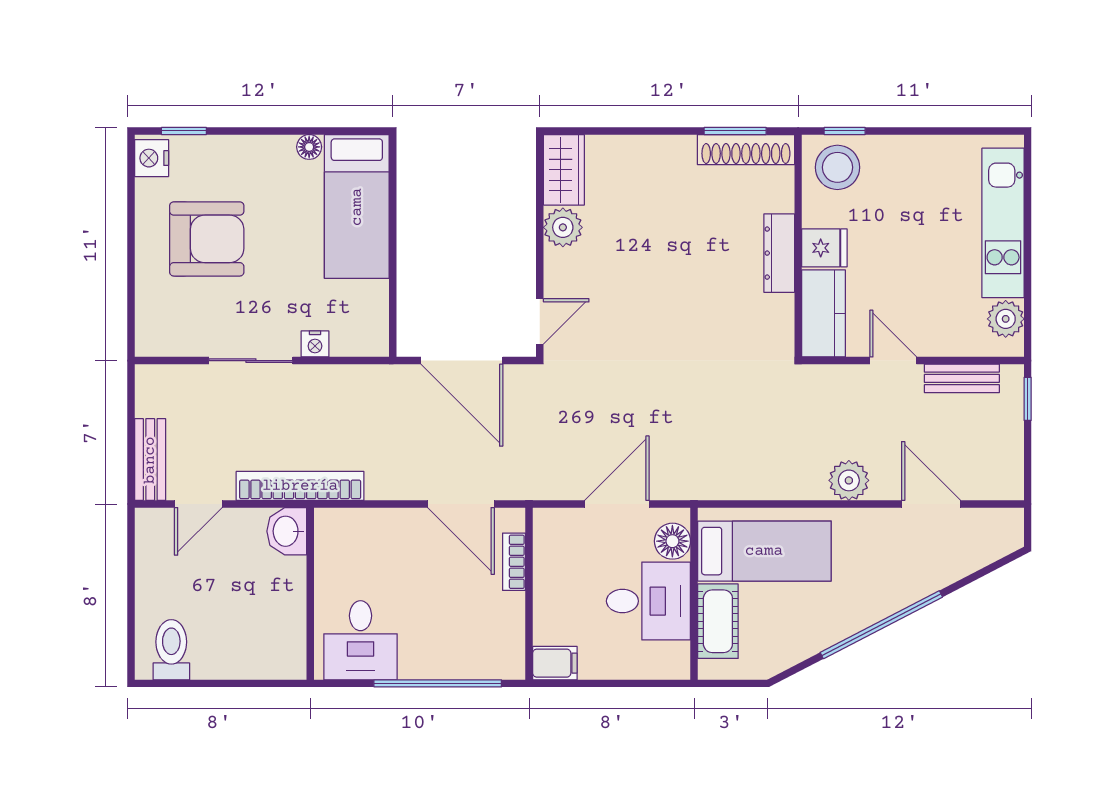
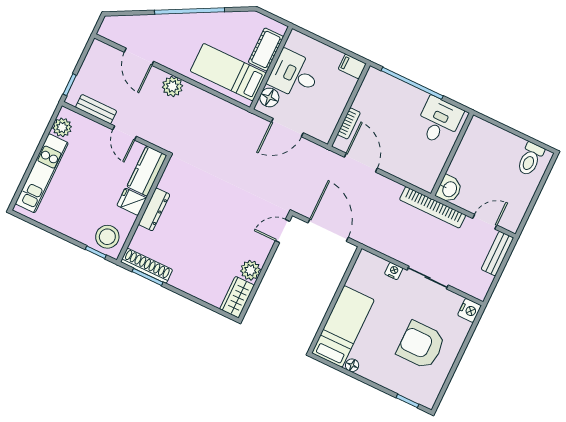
nightstand: (152, 158) -> (470, 310), moved

